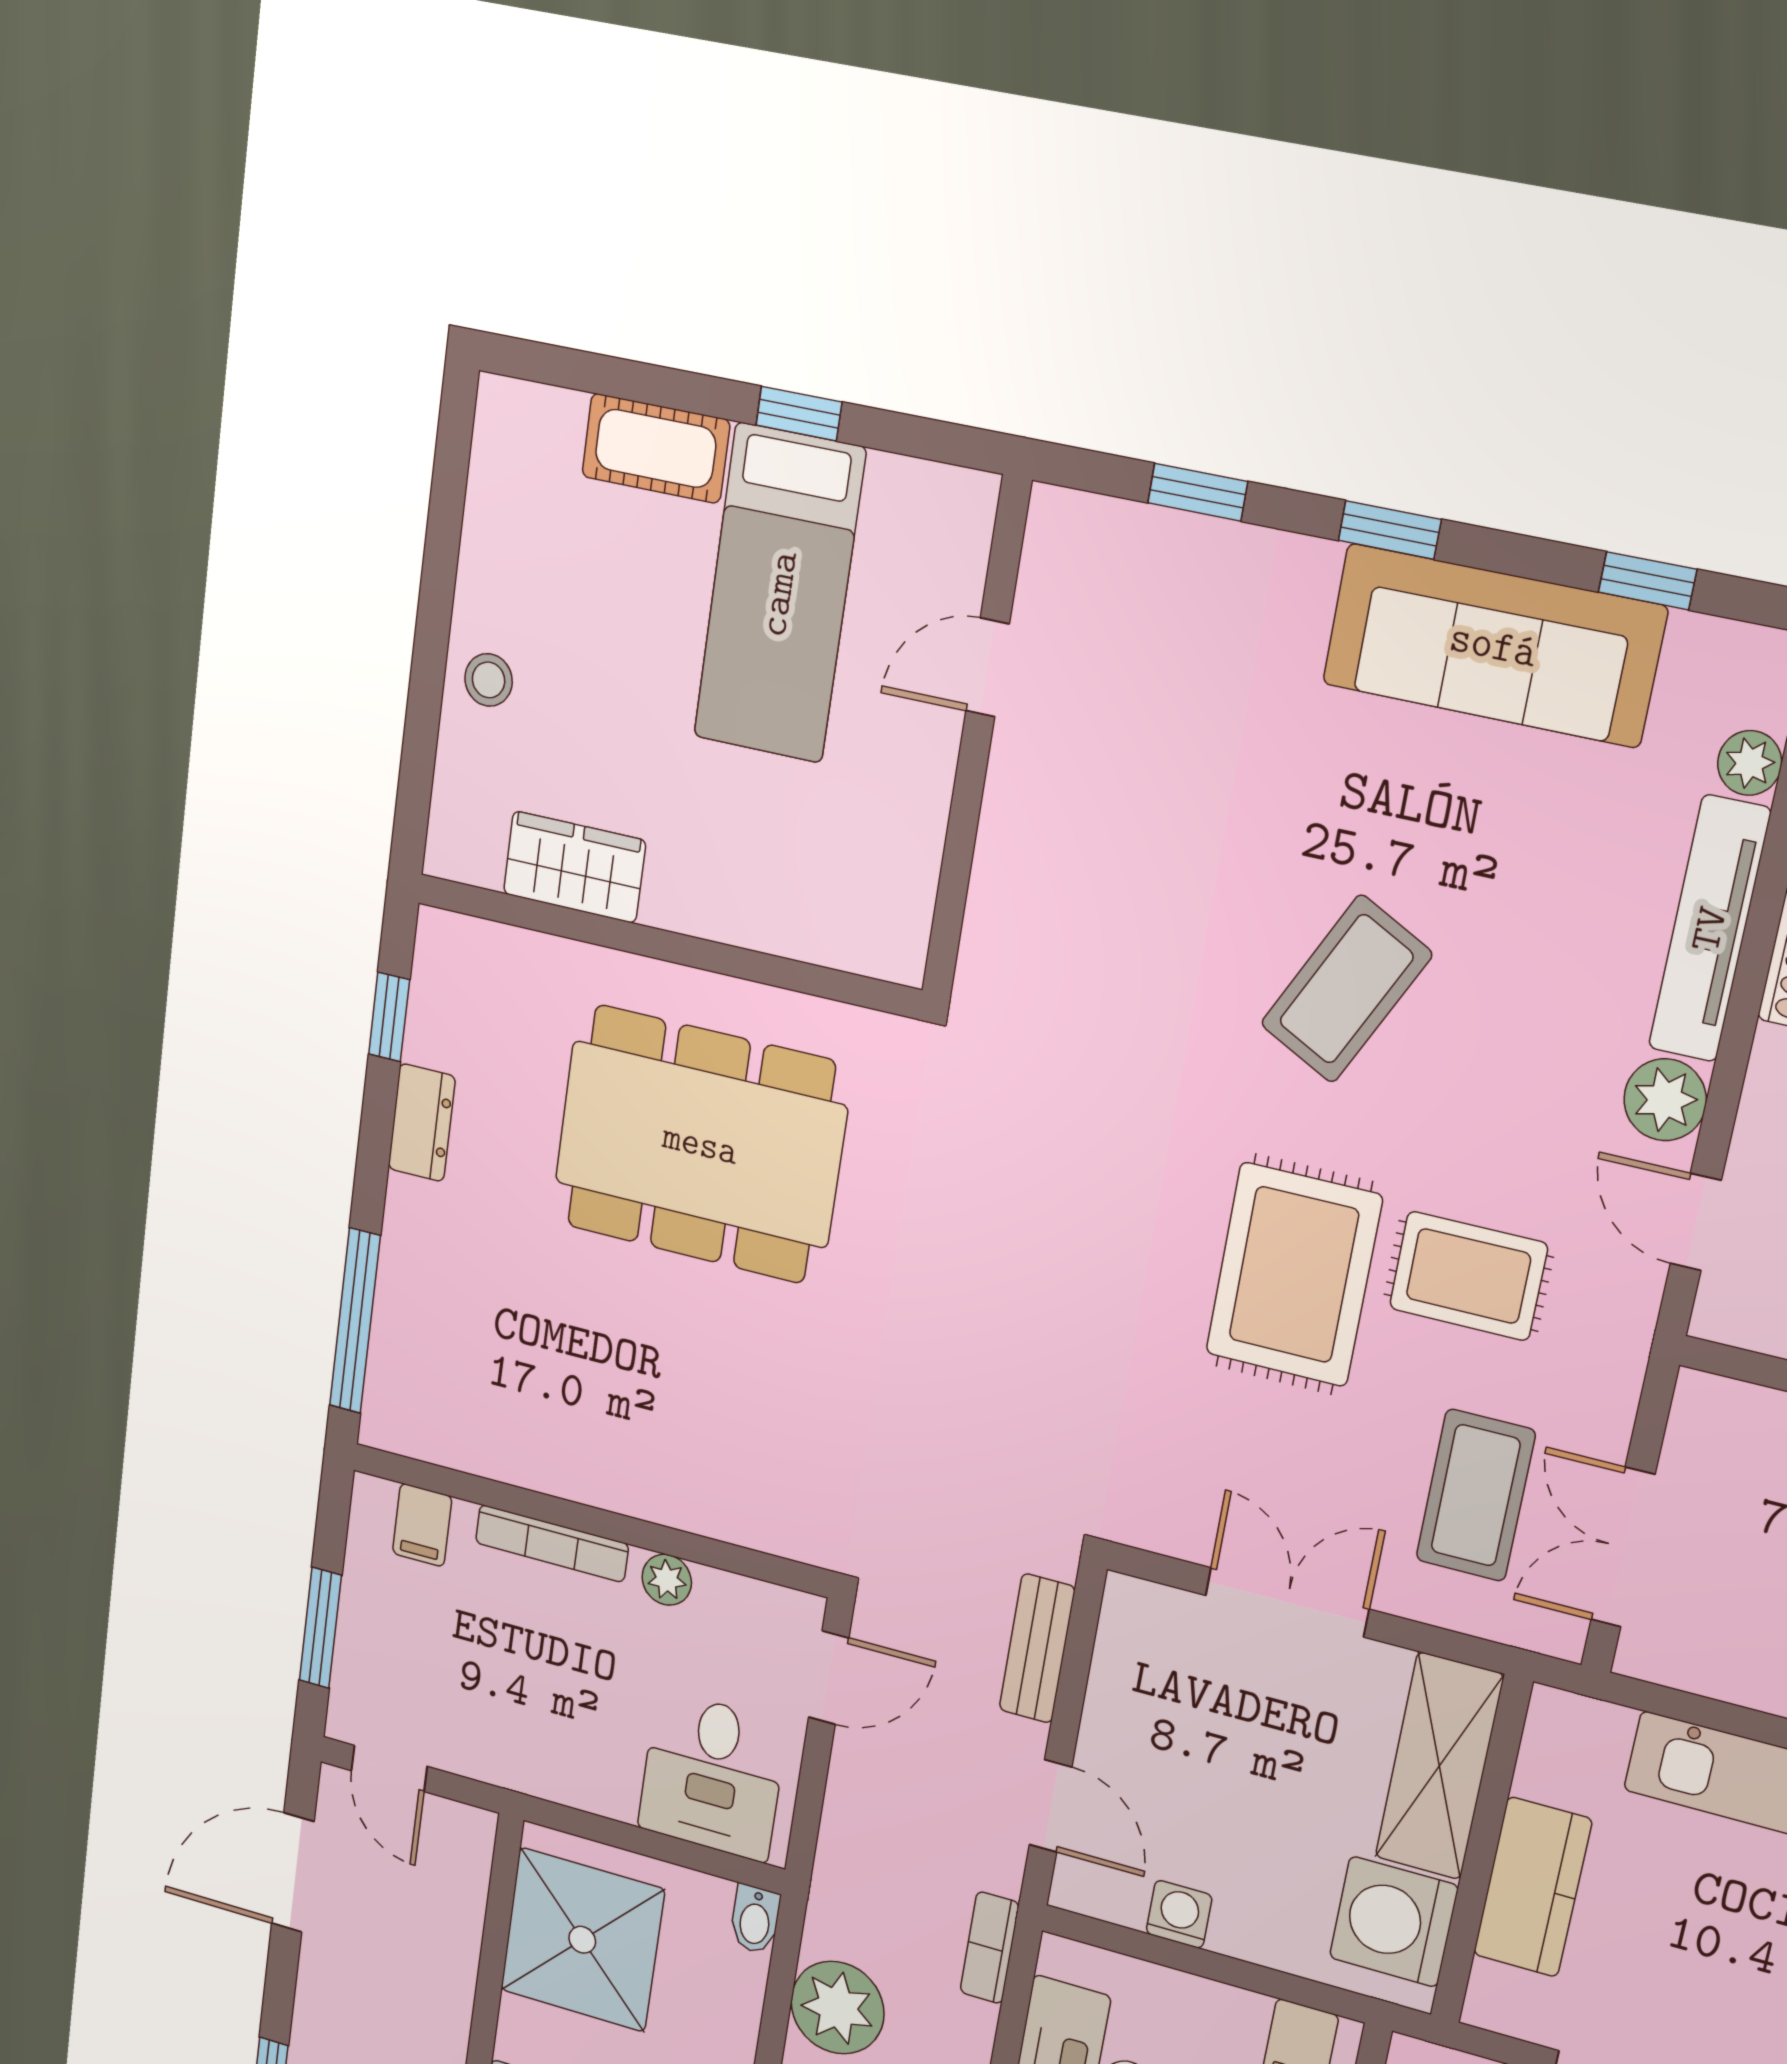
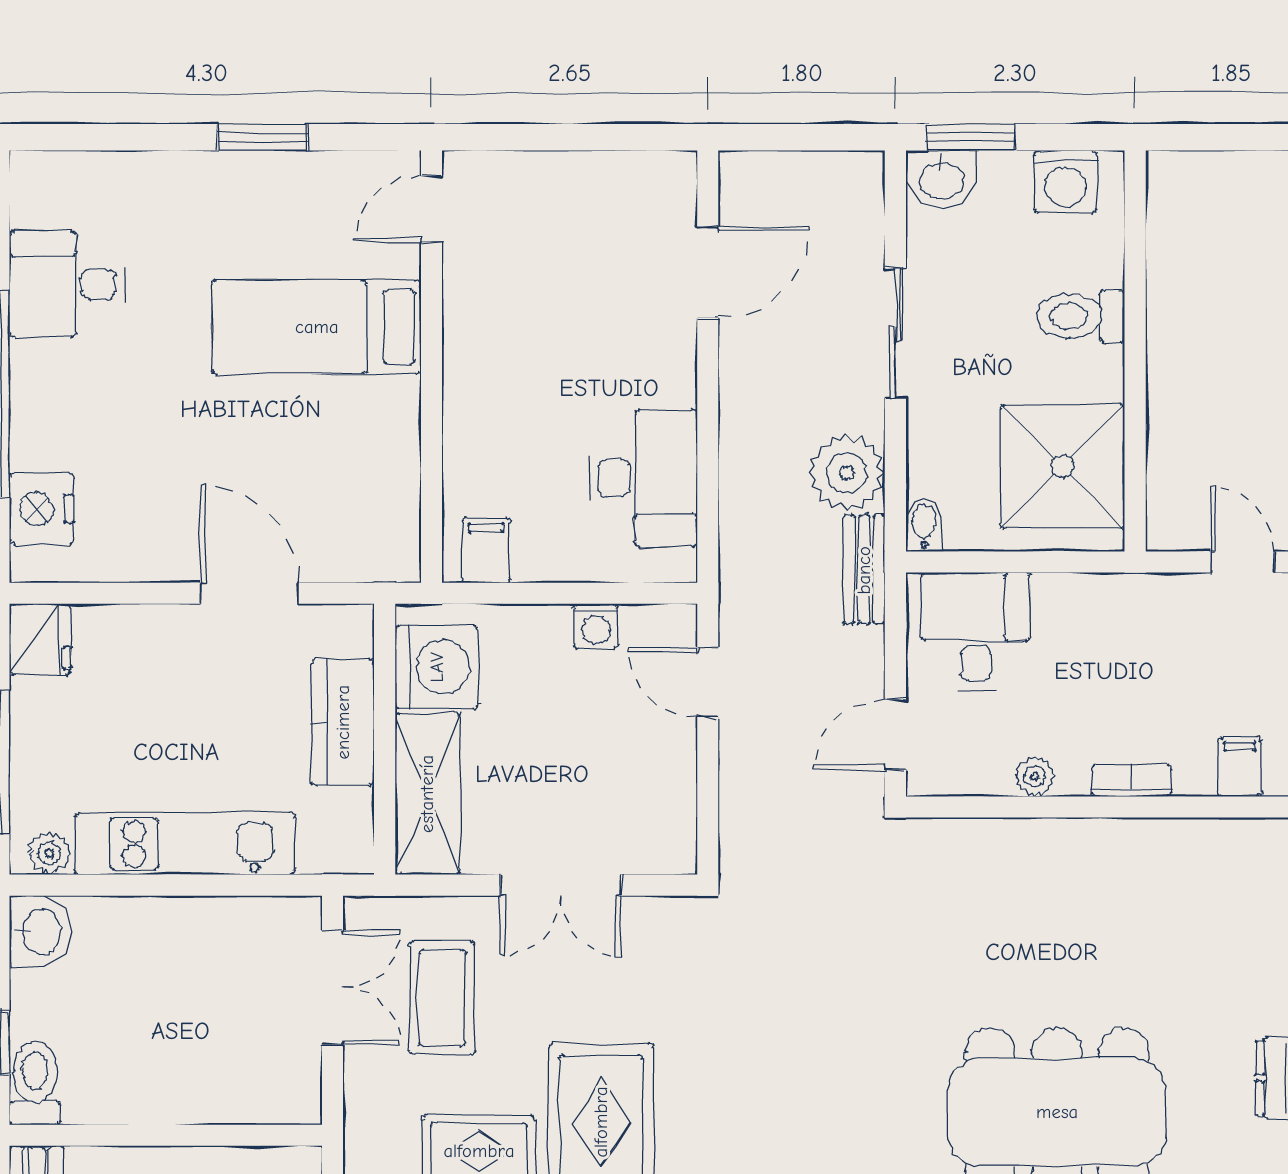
bookcase: (552, 1543) -> (1131, 781), width x0.64
bench: (1037, 1648) -> (864, 570), moved
bookcase: (990, 1948) -> (735, 557), removed

